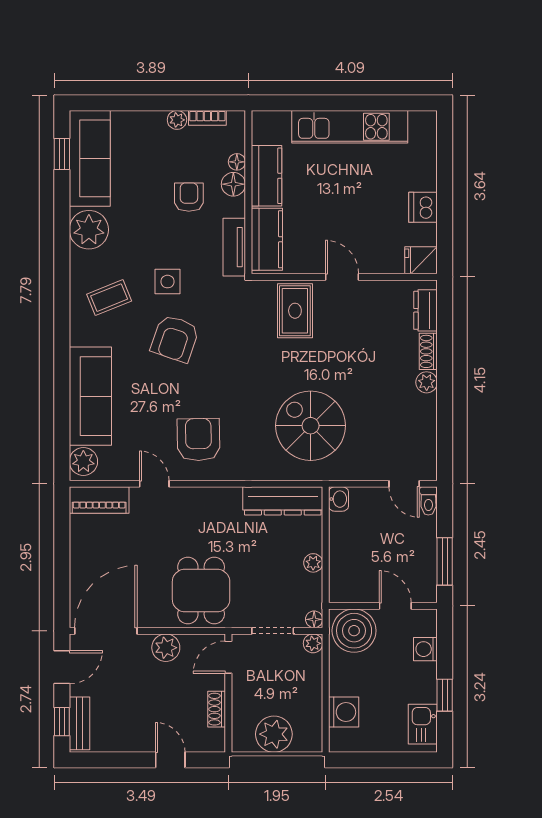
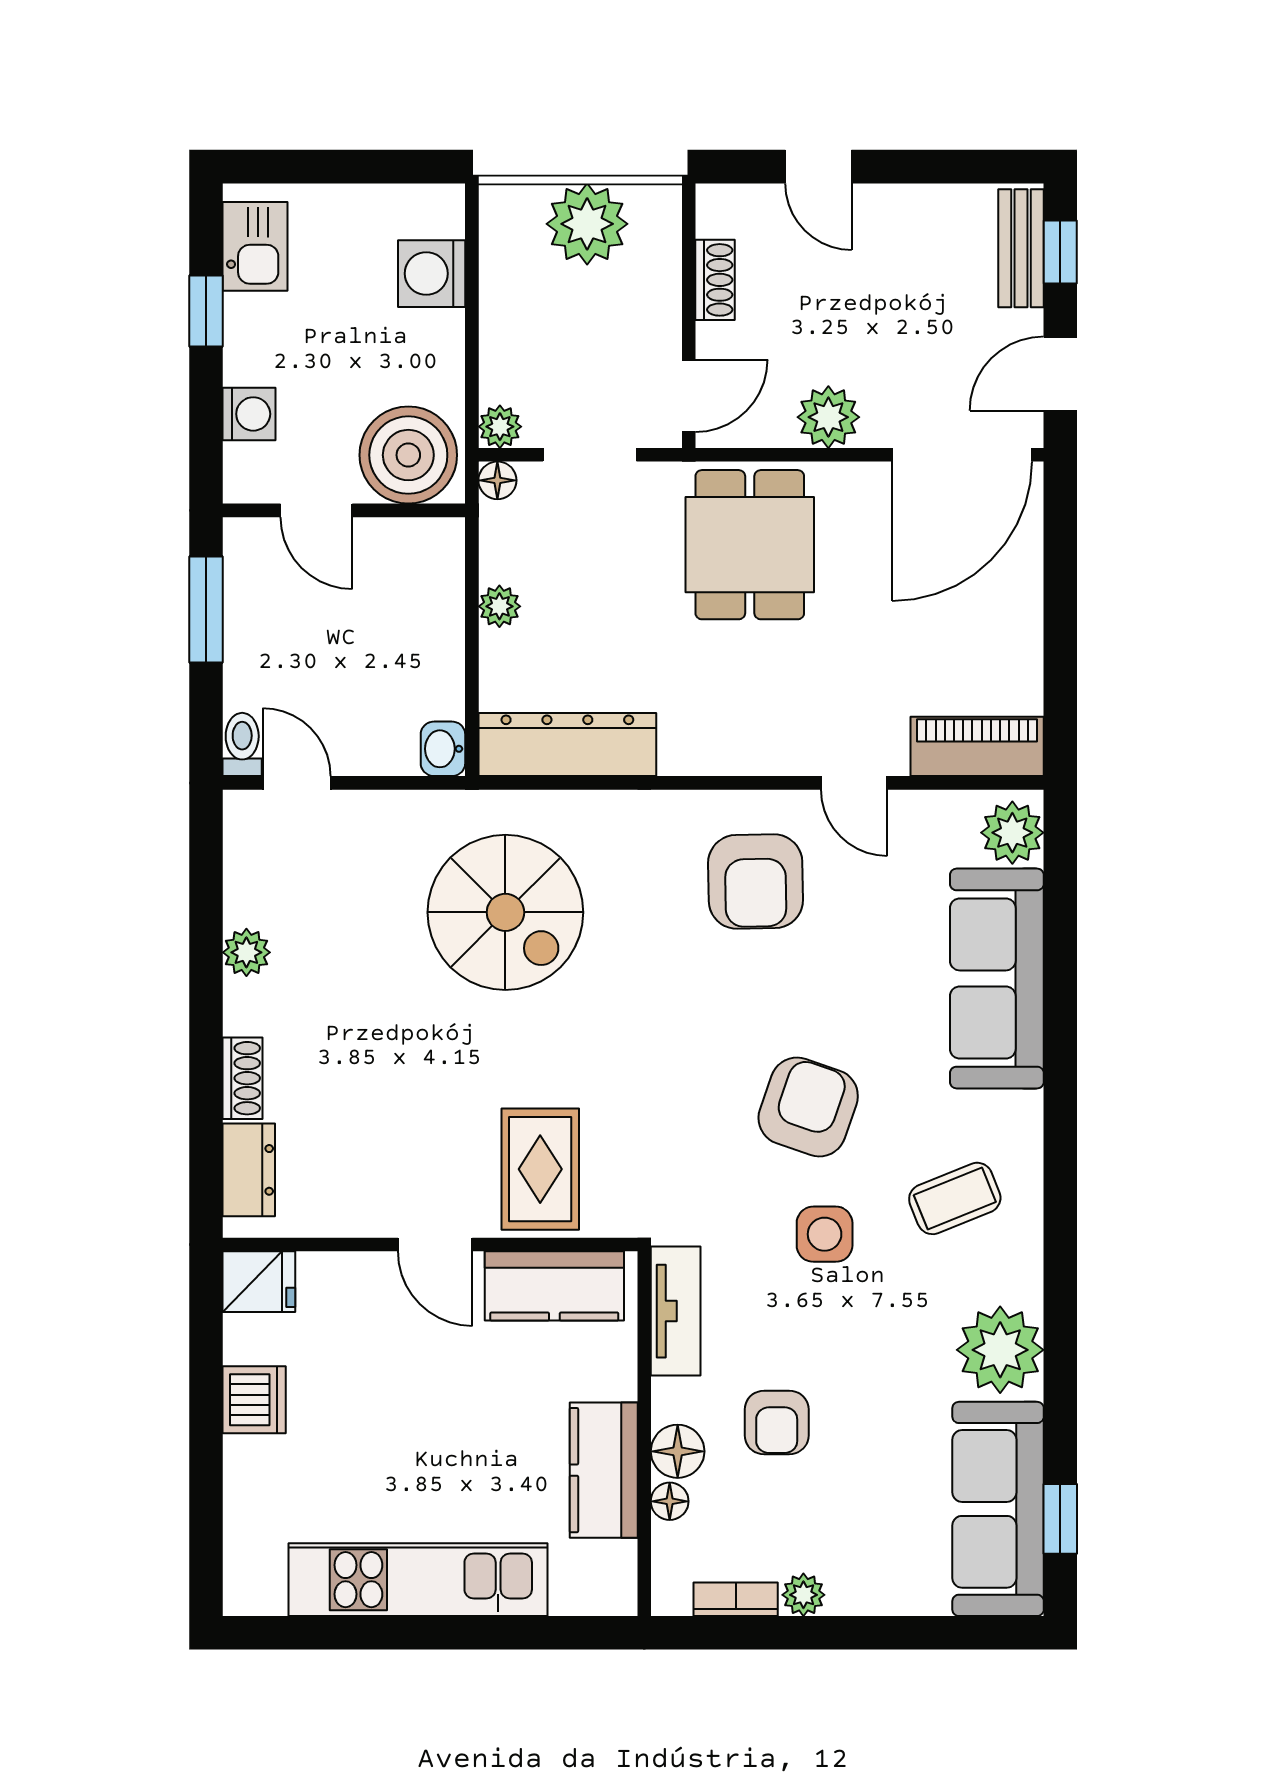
kitchen counter: (267, 239) -> (554, 1286), moved, turned -90
plant: (427, 382) -> (246, 952), moved

